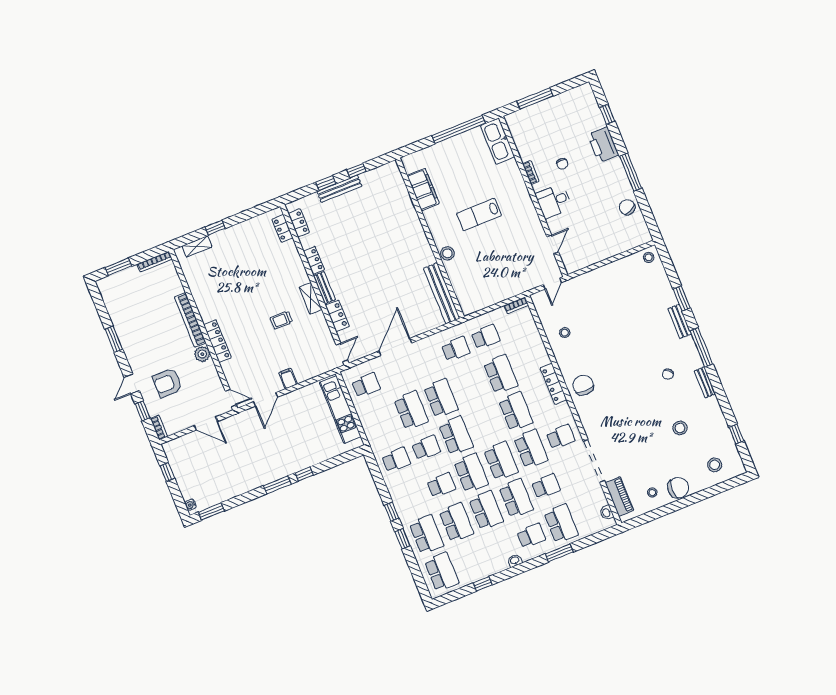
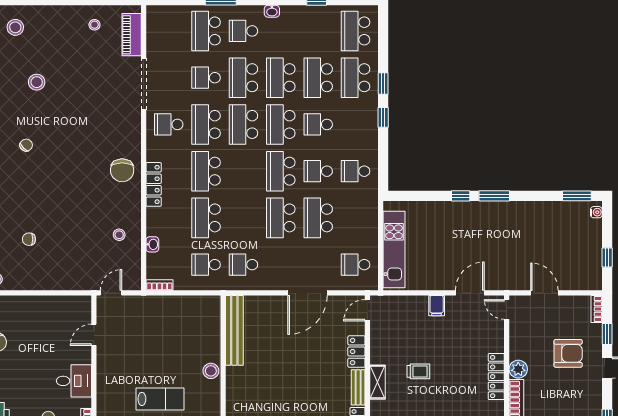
chair: (678, 488) -> (29, 239), moved, width x0.54, depth x0.54
washbasin: (607, 513) -> (152, 244), moved

